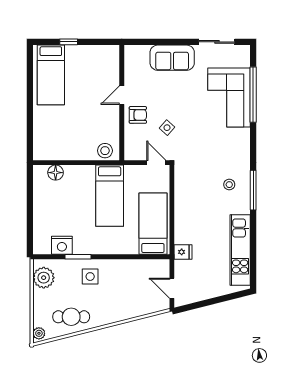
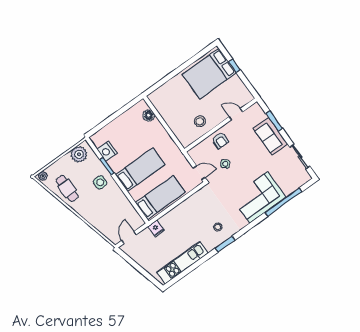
window: (158, 42) -> (274, 121), added
bed: (51, 75) -> (209, 74), width x1.50
door: (122, 95) -> (236, 114), moved
corner sofa: (229, 98) -> (259, 197), moved
stool: (105, 151) -> (200, 121), moved
door: (156, 163) -> (199, 173), hinge flipped
window: (253, 190) -> (225, 244), width x0.69
bed: (110, 196) -> (140, 170), moved, turned 180

